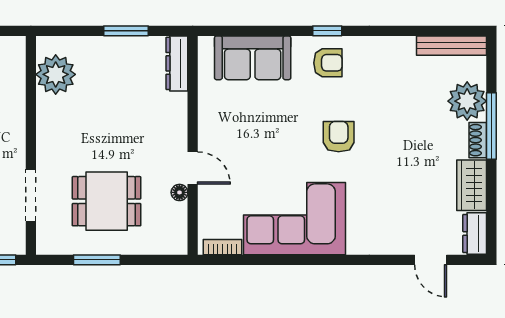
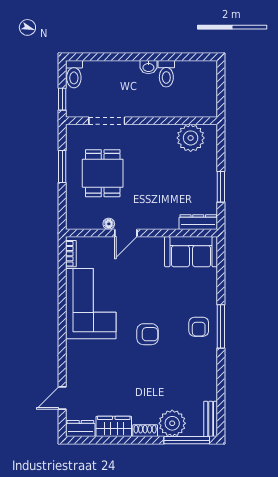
window: (327, 31) -> (221, 326), width x2.17
bench: (452, 46) -> (211, 419), width x0.73
sofa: (253, 58) -> (191, 252), moved, turned -90
window: (491, 126) -> (187, 440), moved

